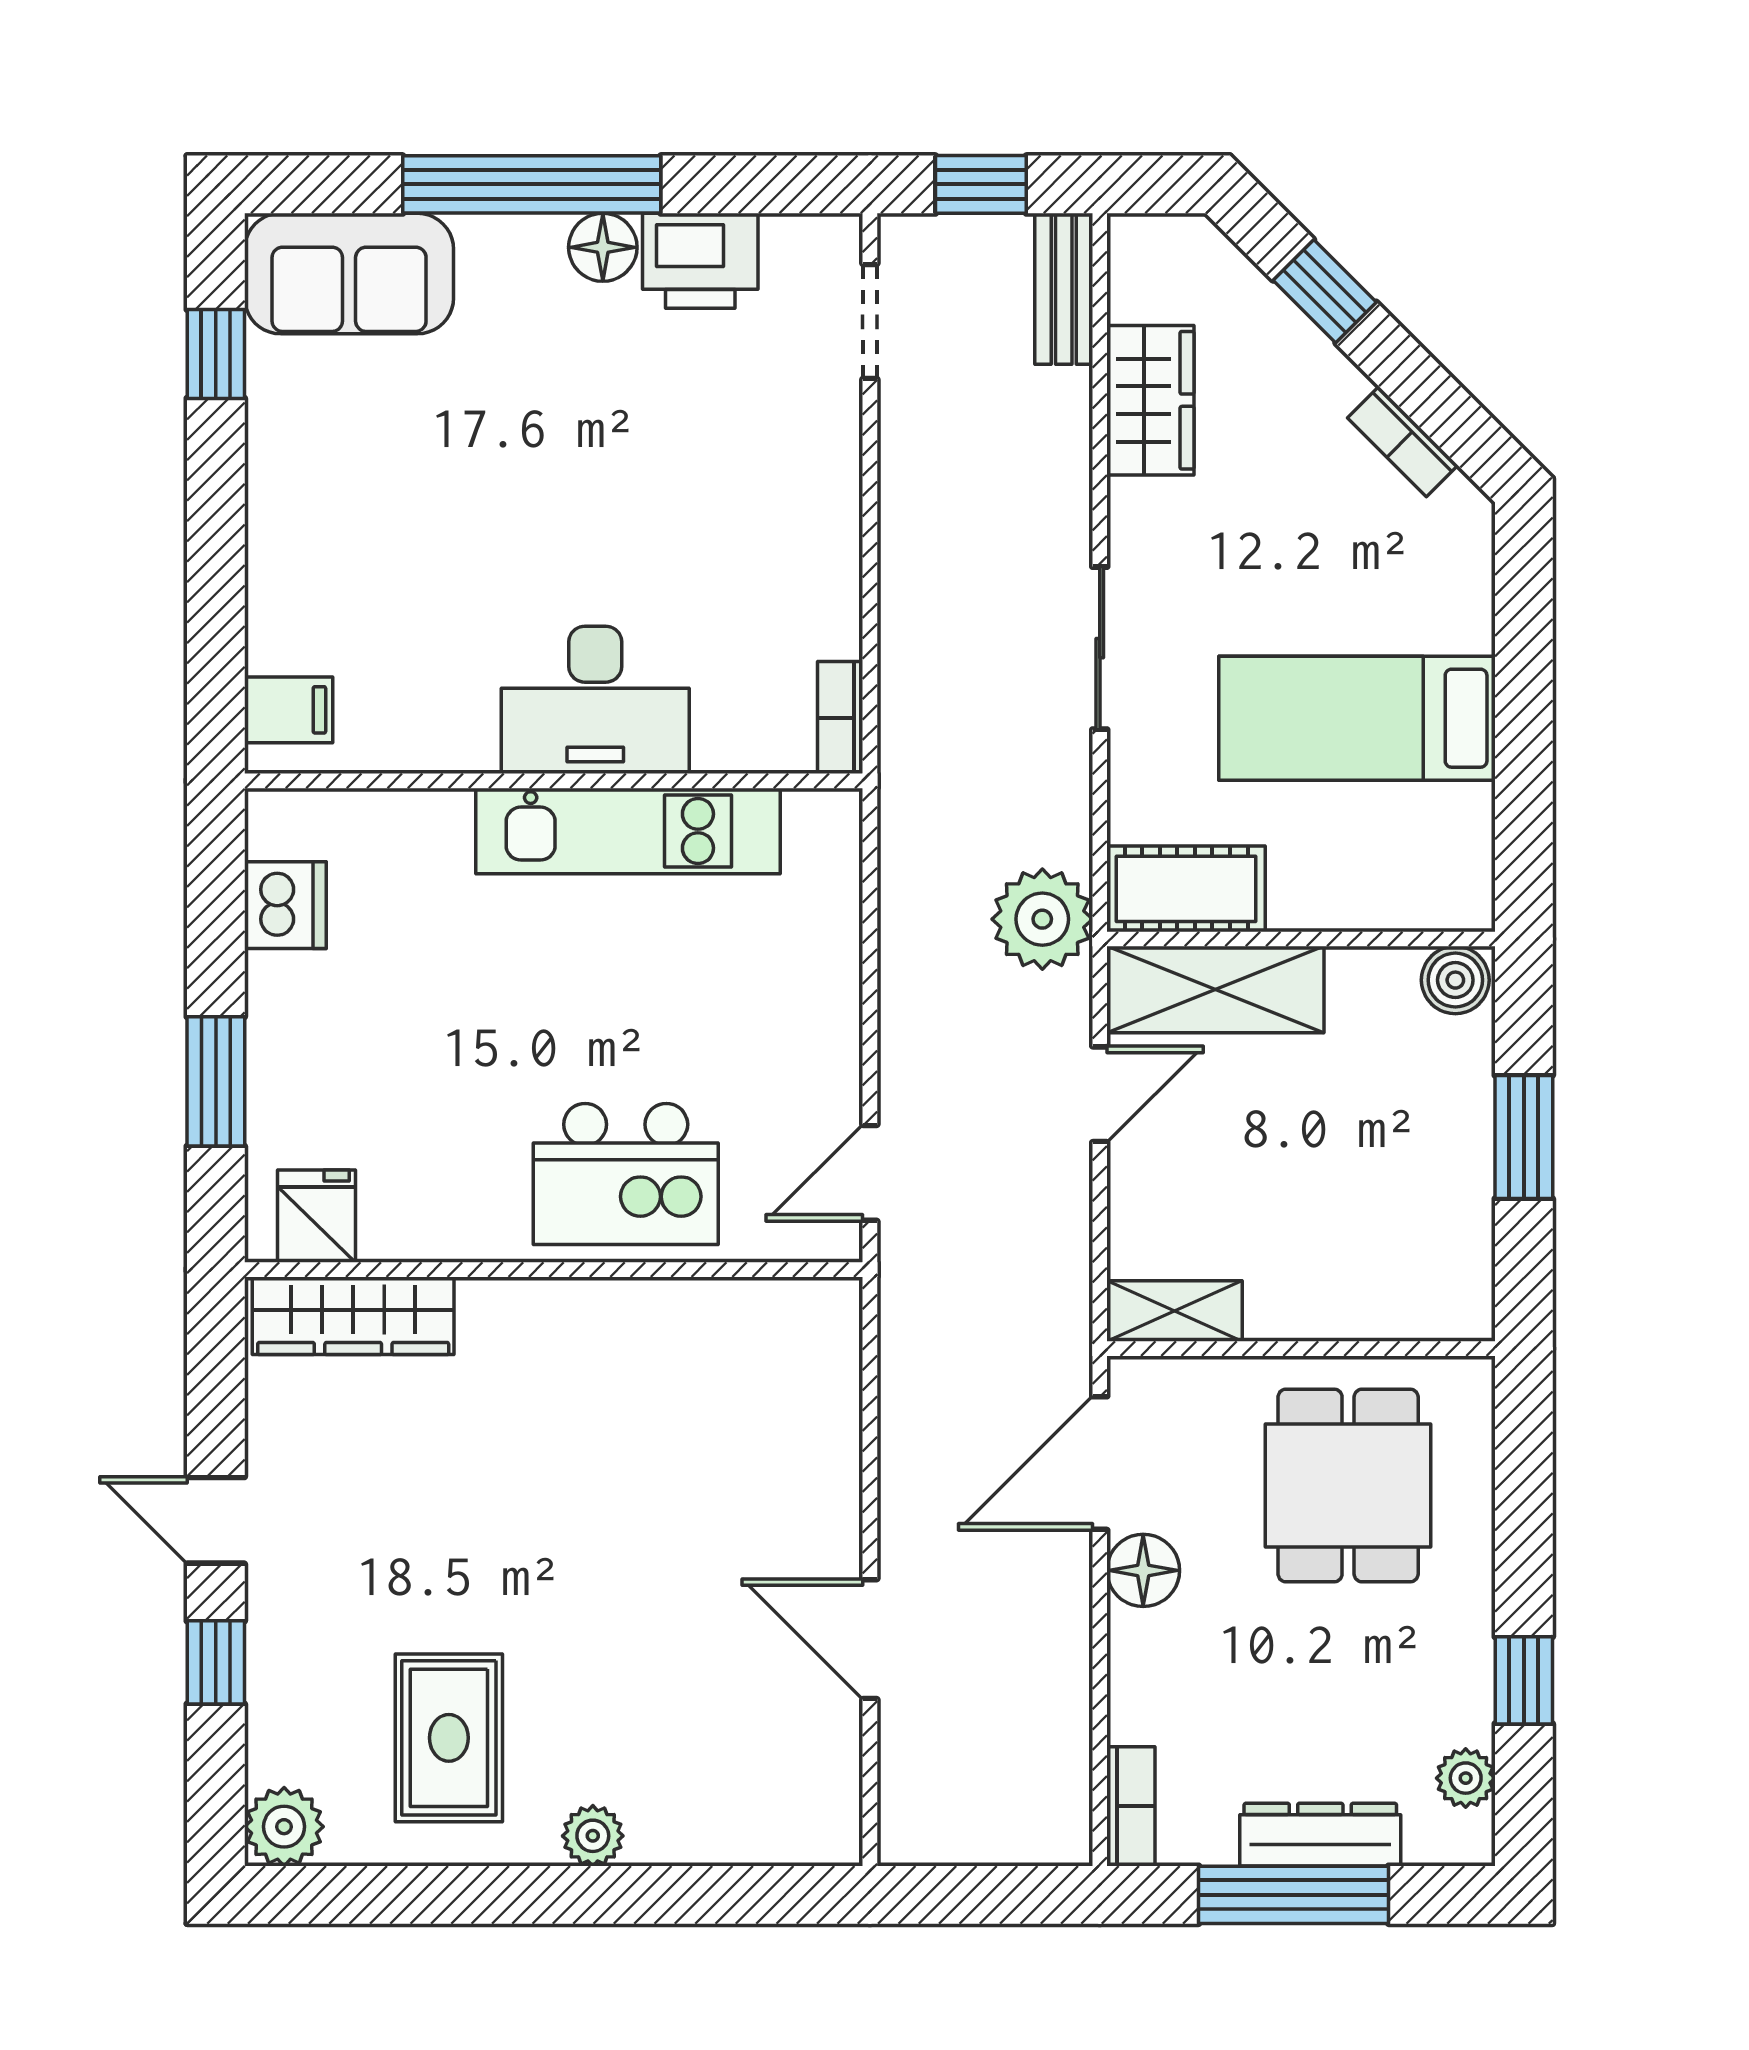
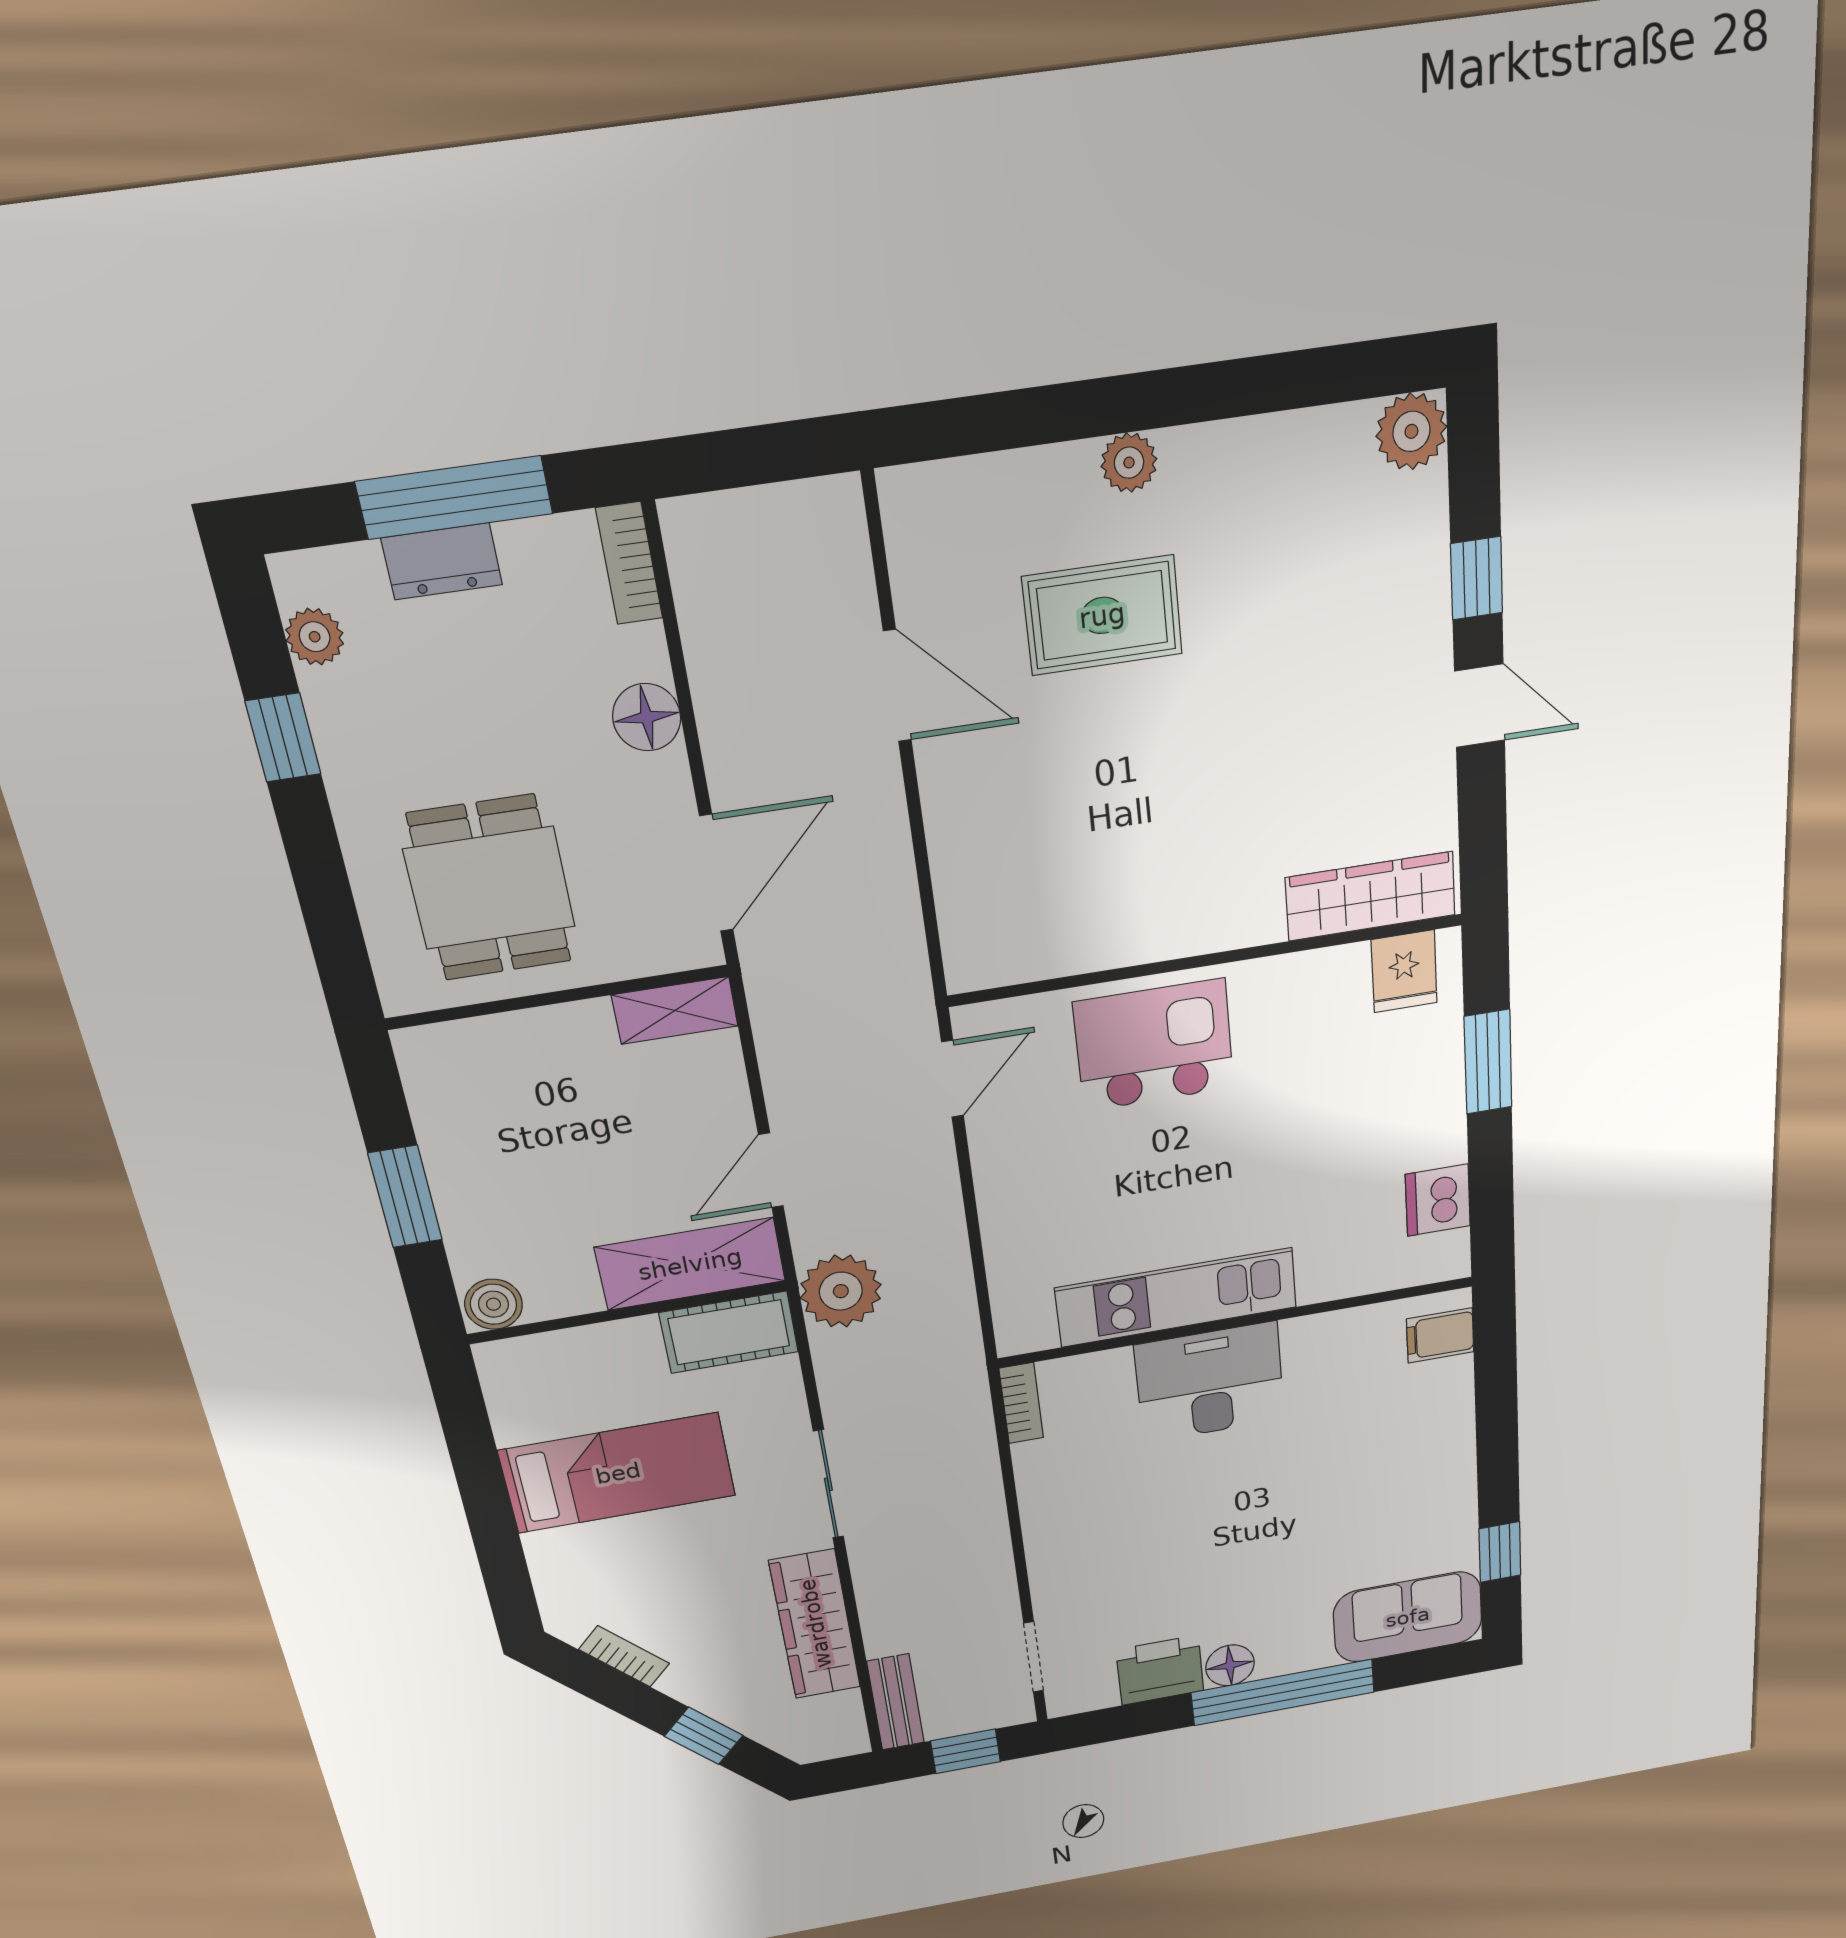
wardrobe: (1150, 400) -> (815, 1624), width x1.50
floor lamp: (1143, 1570) -> (647, 717), moved
rug: (449, 1738) -> (1102, 615), moved, turned 90
dresser: (1320, 1835) -> (442, 561), width x0.70

